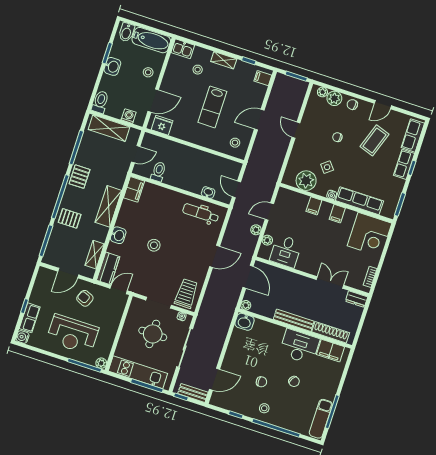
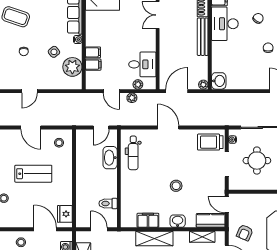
filing cabinet: (134, 189) -> (148, 220), moved
washbasin: (208, 193) -> (110, 158), width x1.91, depth x1.45
filing cabinet: (337, 214) -> (93, 65), moved

